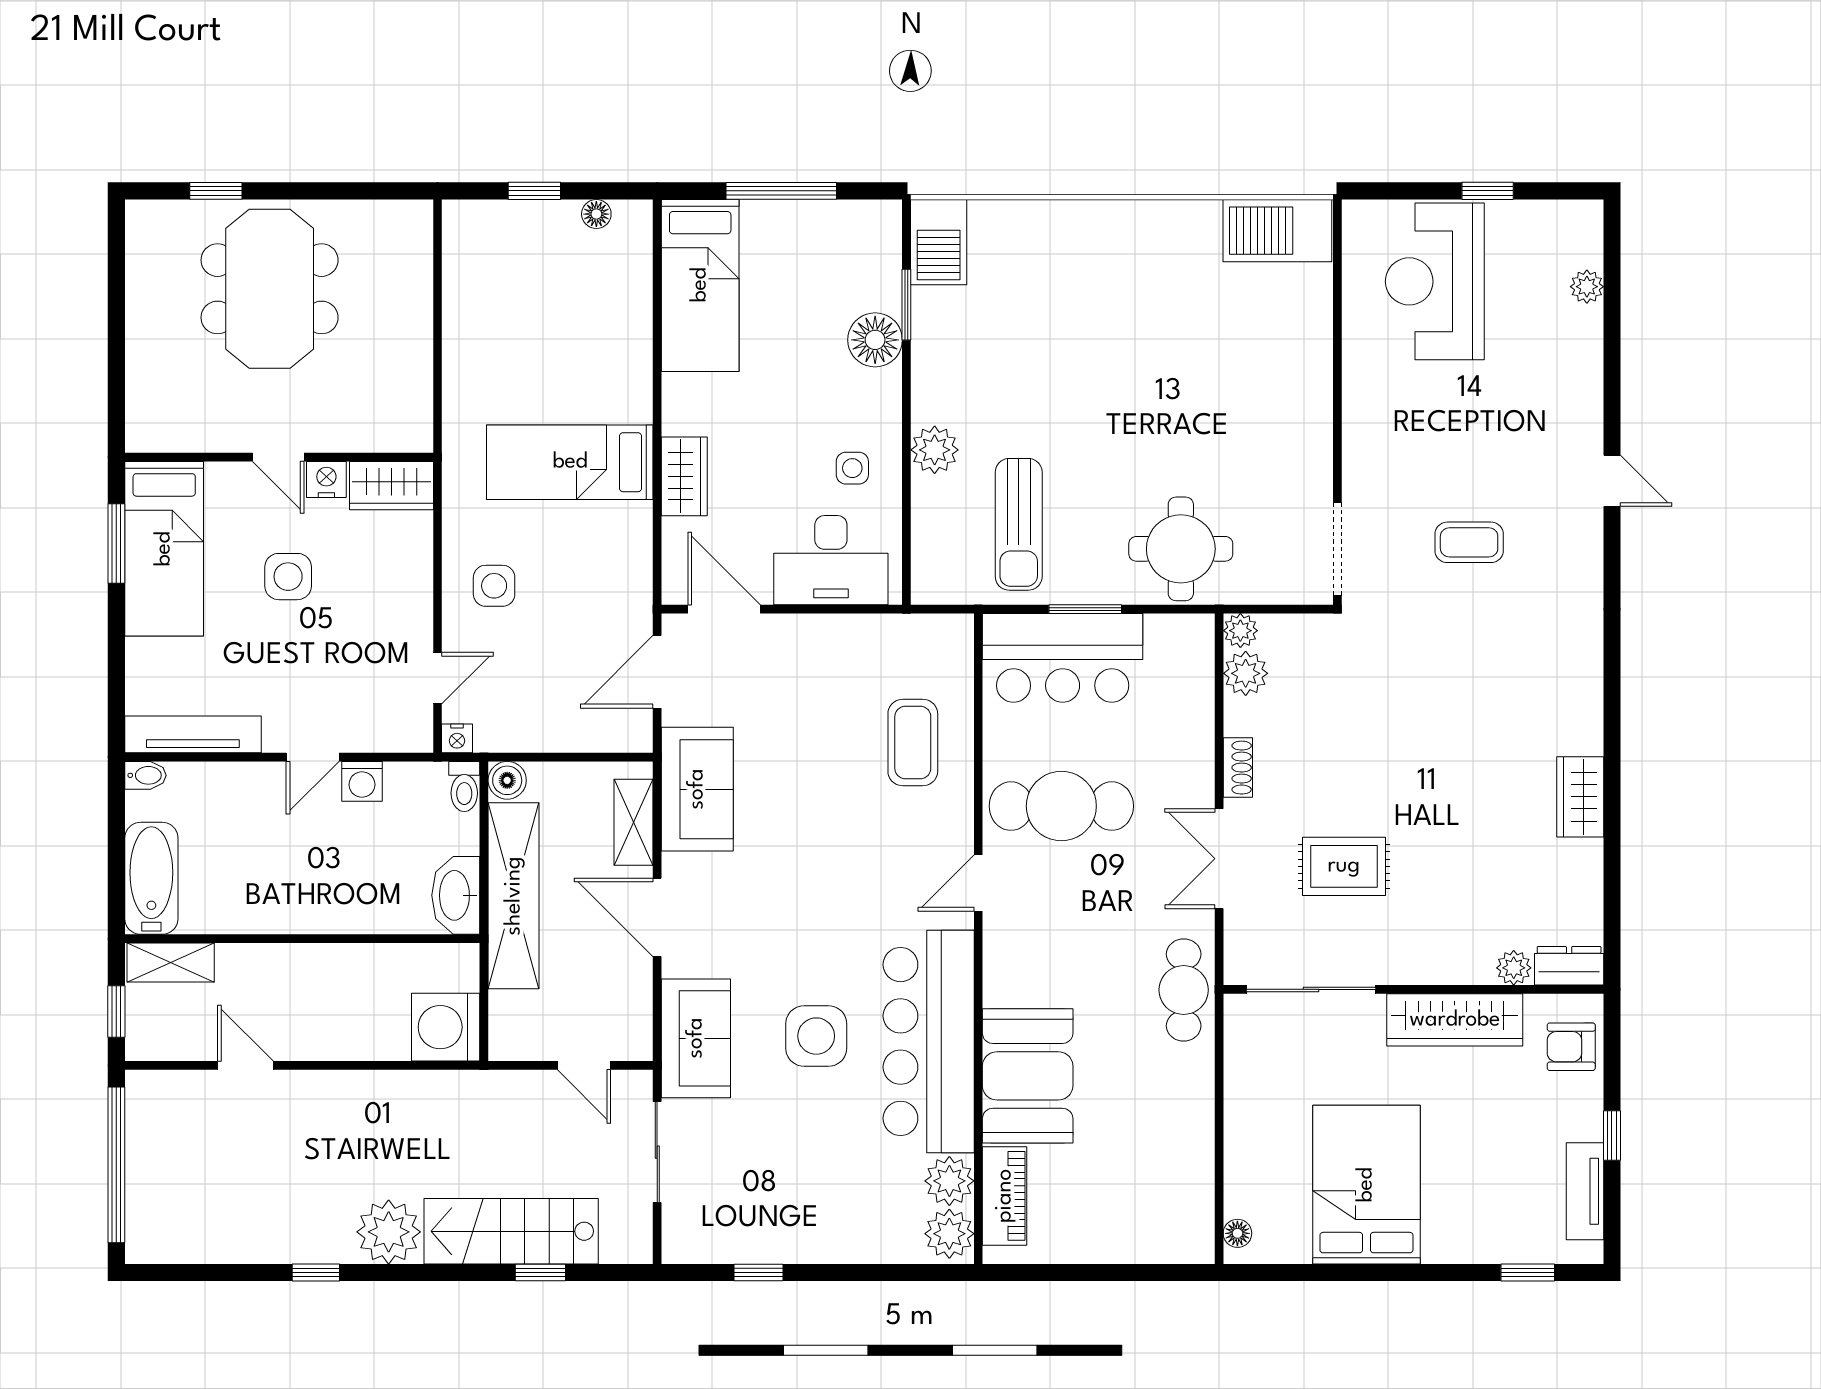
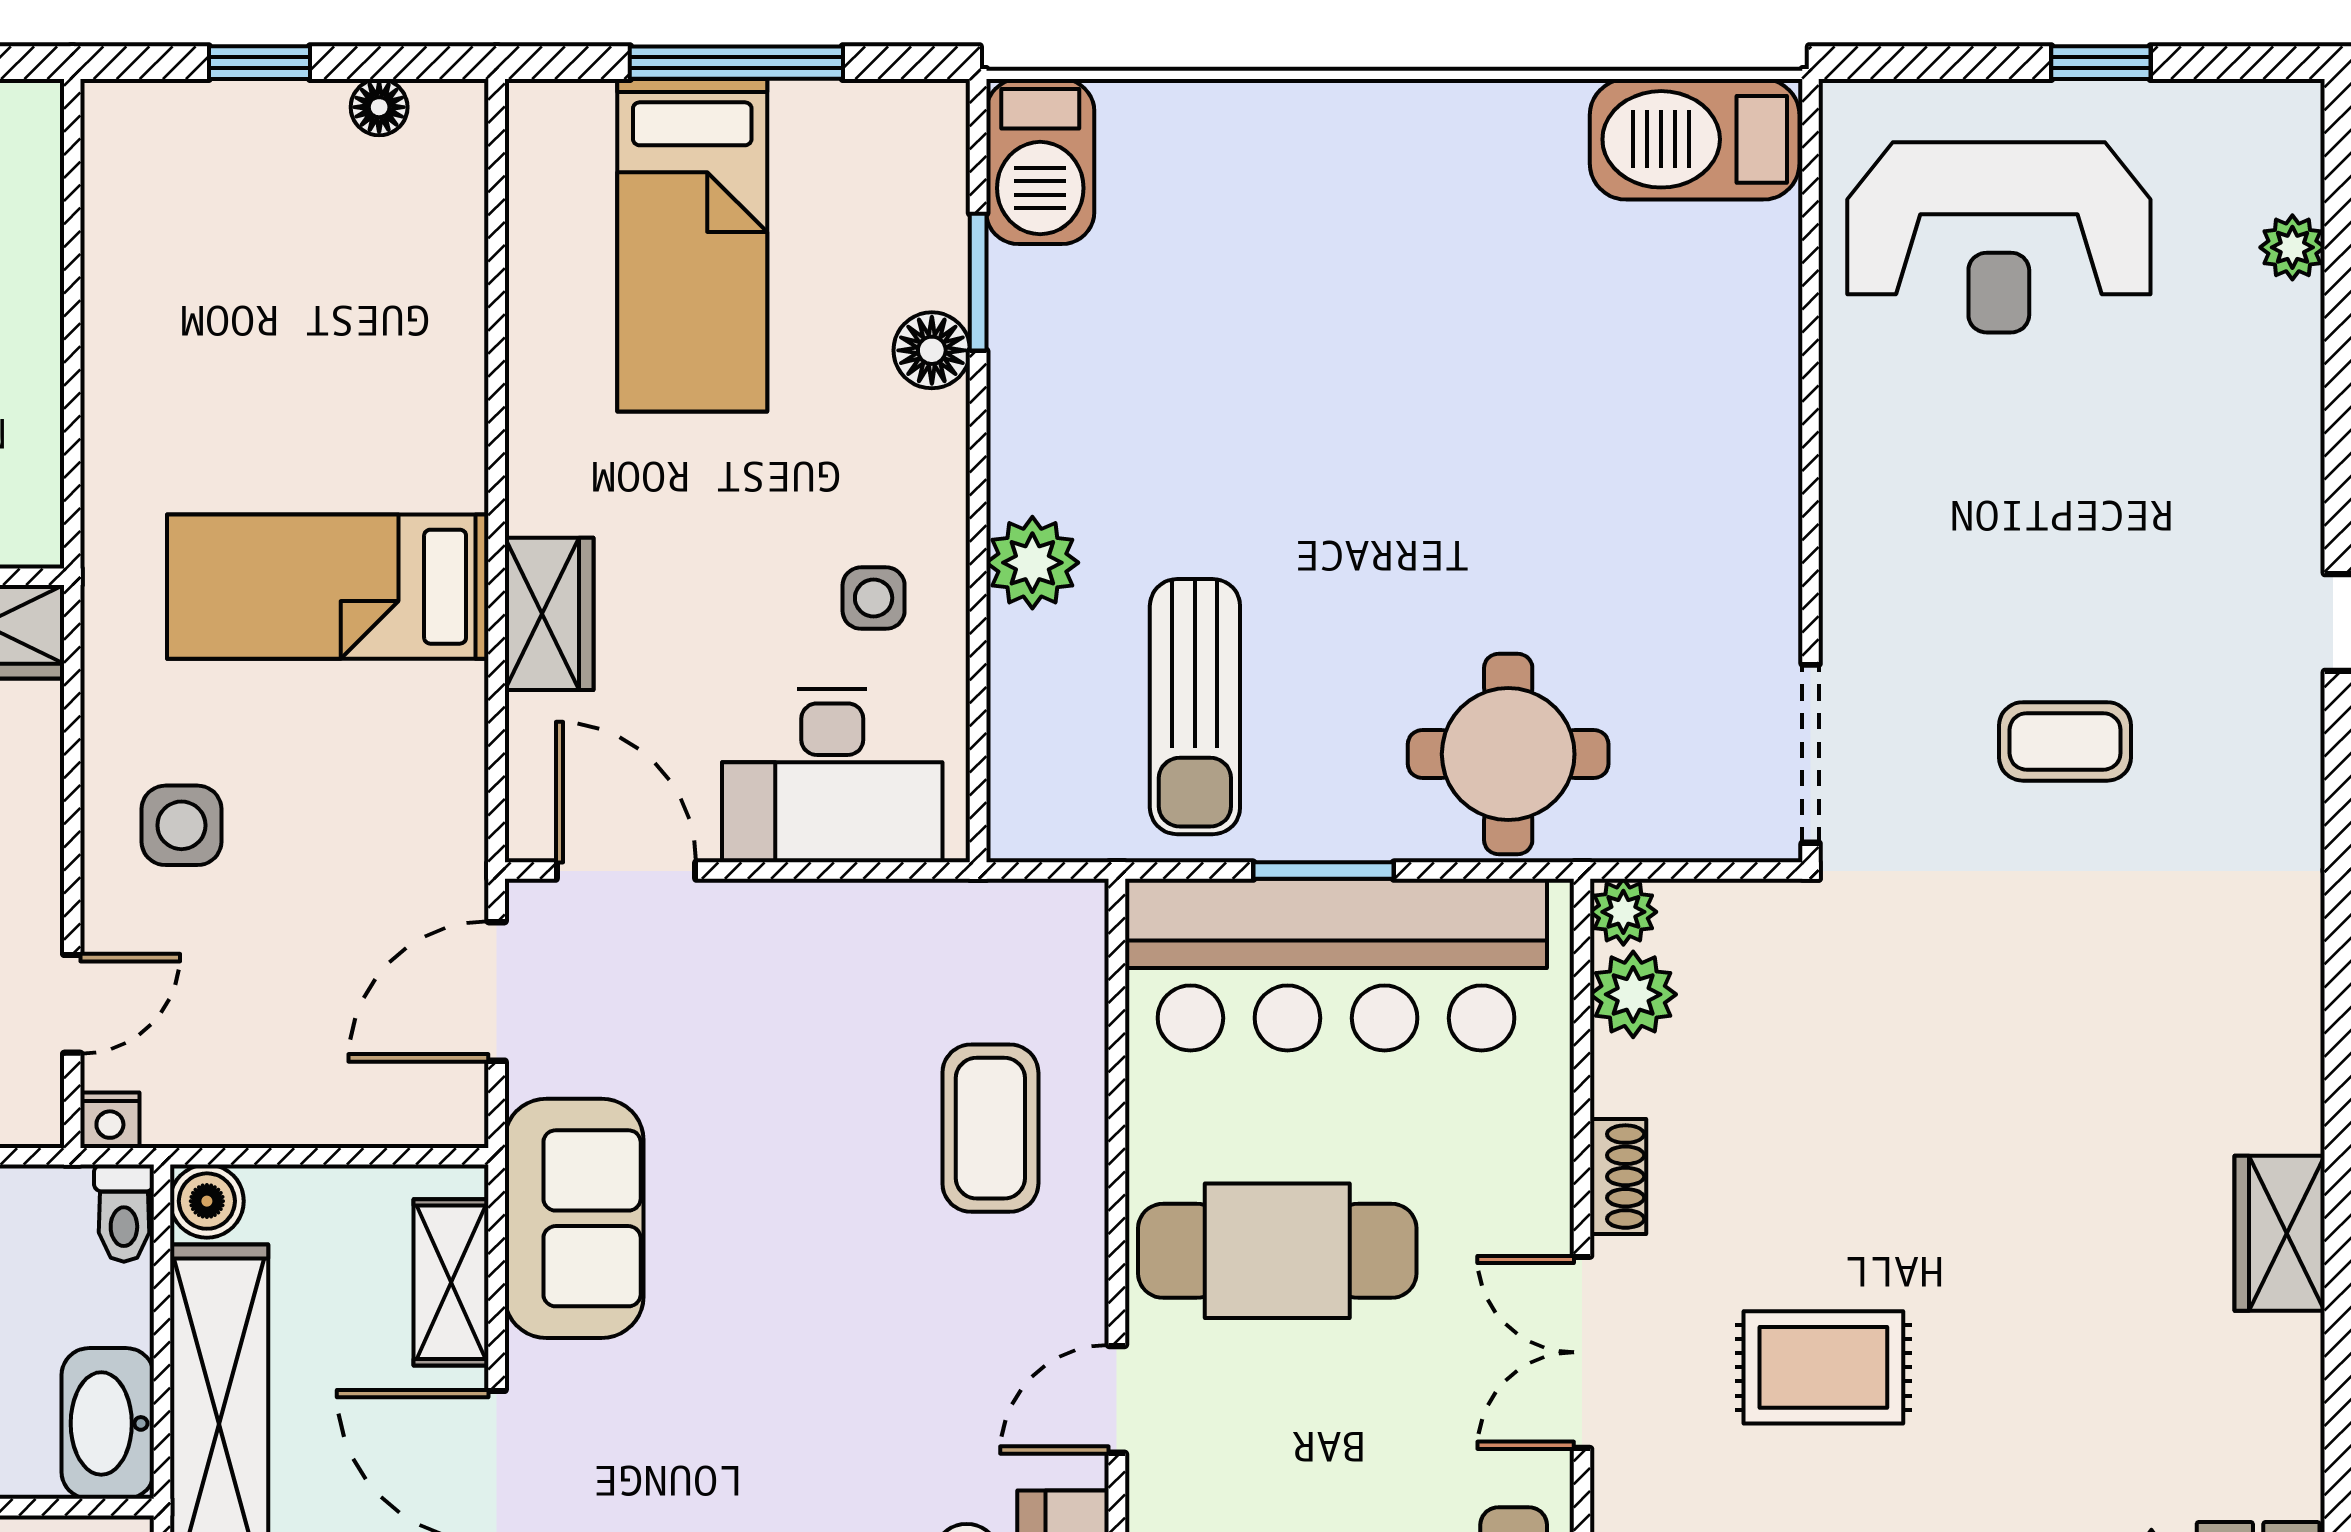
reception desk: (1435, 281) -> (1999, 237), turned -90
bed: (700, 285) -> (692, 245), moved
floor lamp: (875, 340) -> (932, 350), width x0.73, depth x0.73
bar counter: (1063, 658) -> (1336, 965), width x1.36

